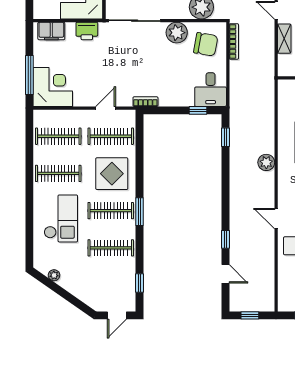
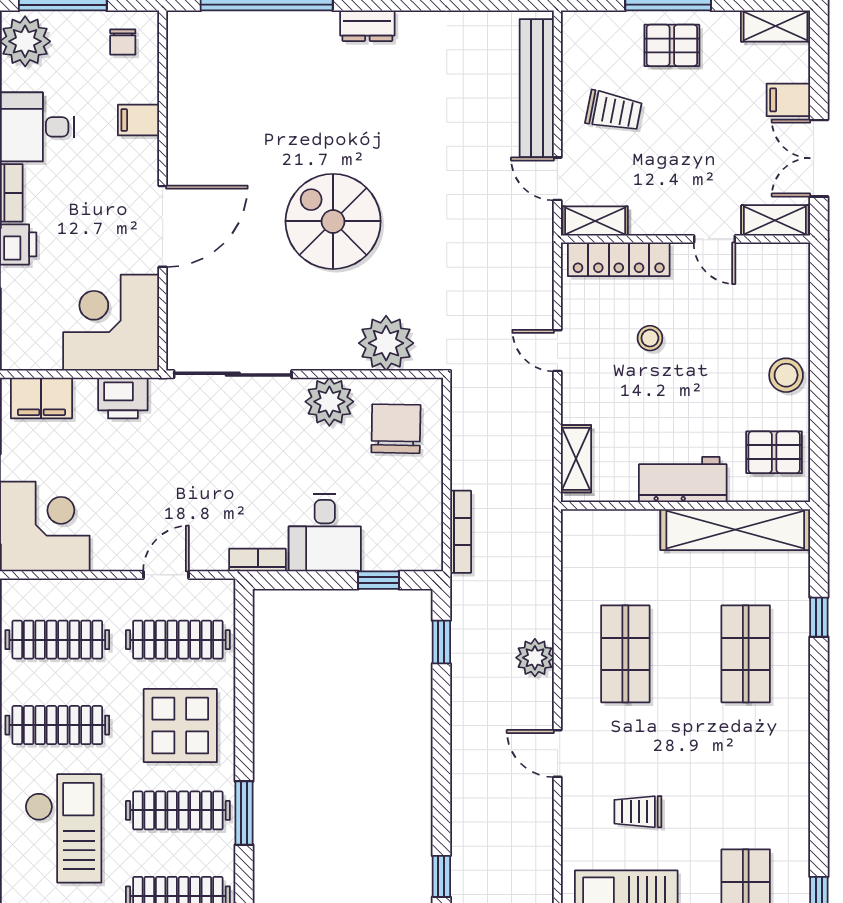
shelving: (284, 39) -> (576, 459), moved
bookcase: (234, 41) -> (461, 532), moved
chair: (206, 44) -> (396, 429), turned -99
desk: (211, 90) -> (325, 533), moved
plant: (266, 162) -> (535, 658), moved
door: (276, 219) -> (557, 754), moved

